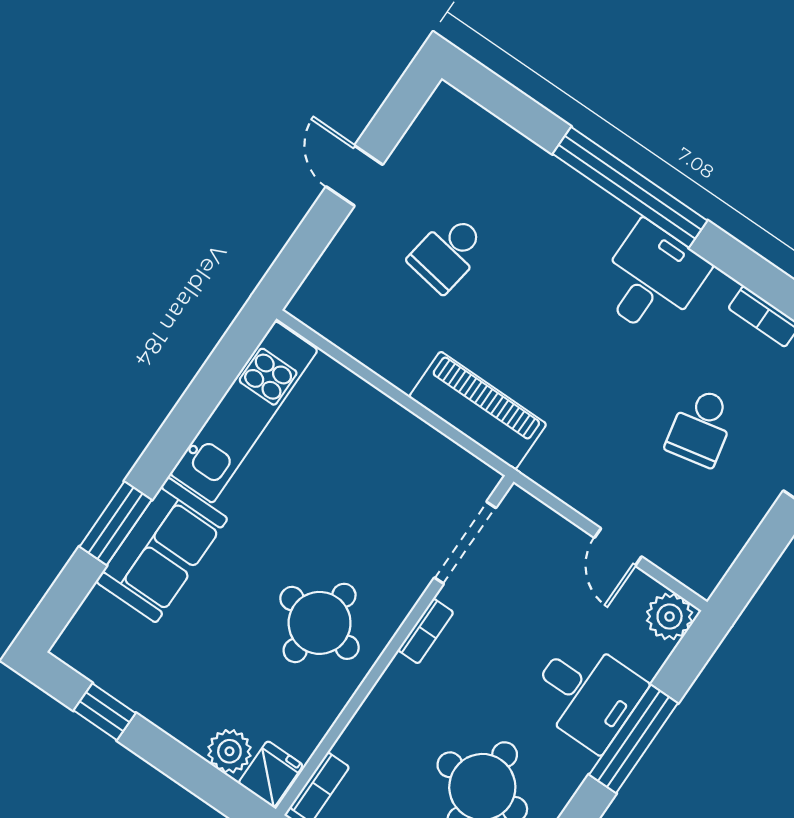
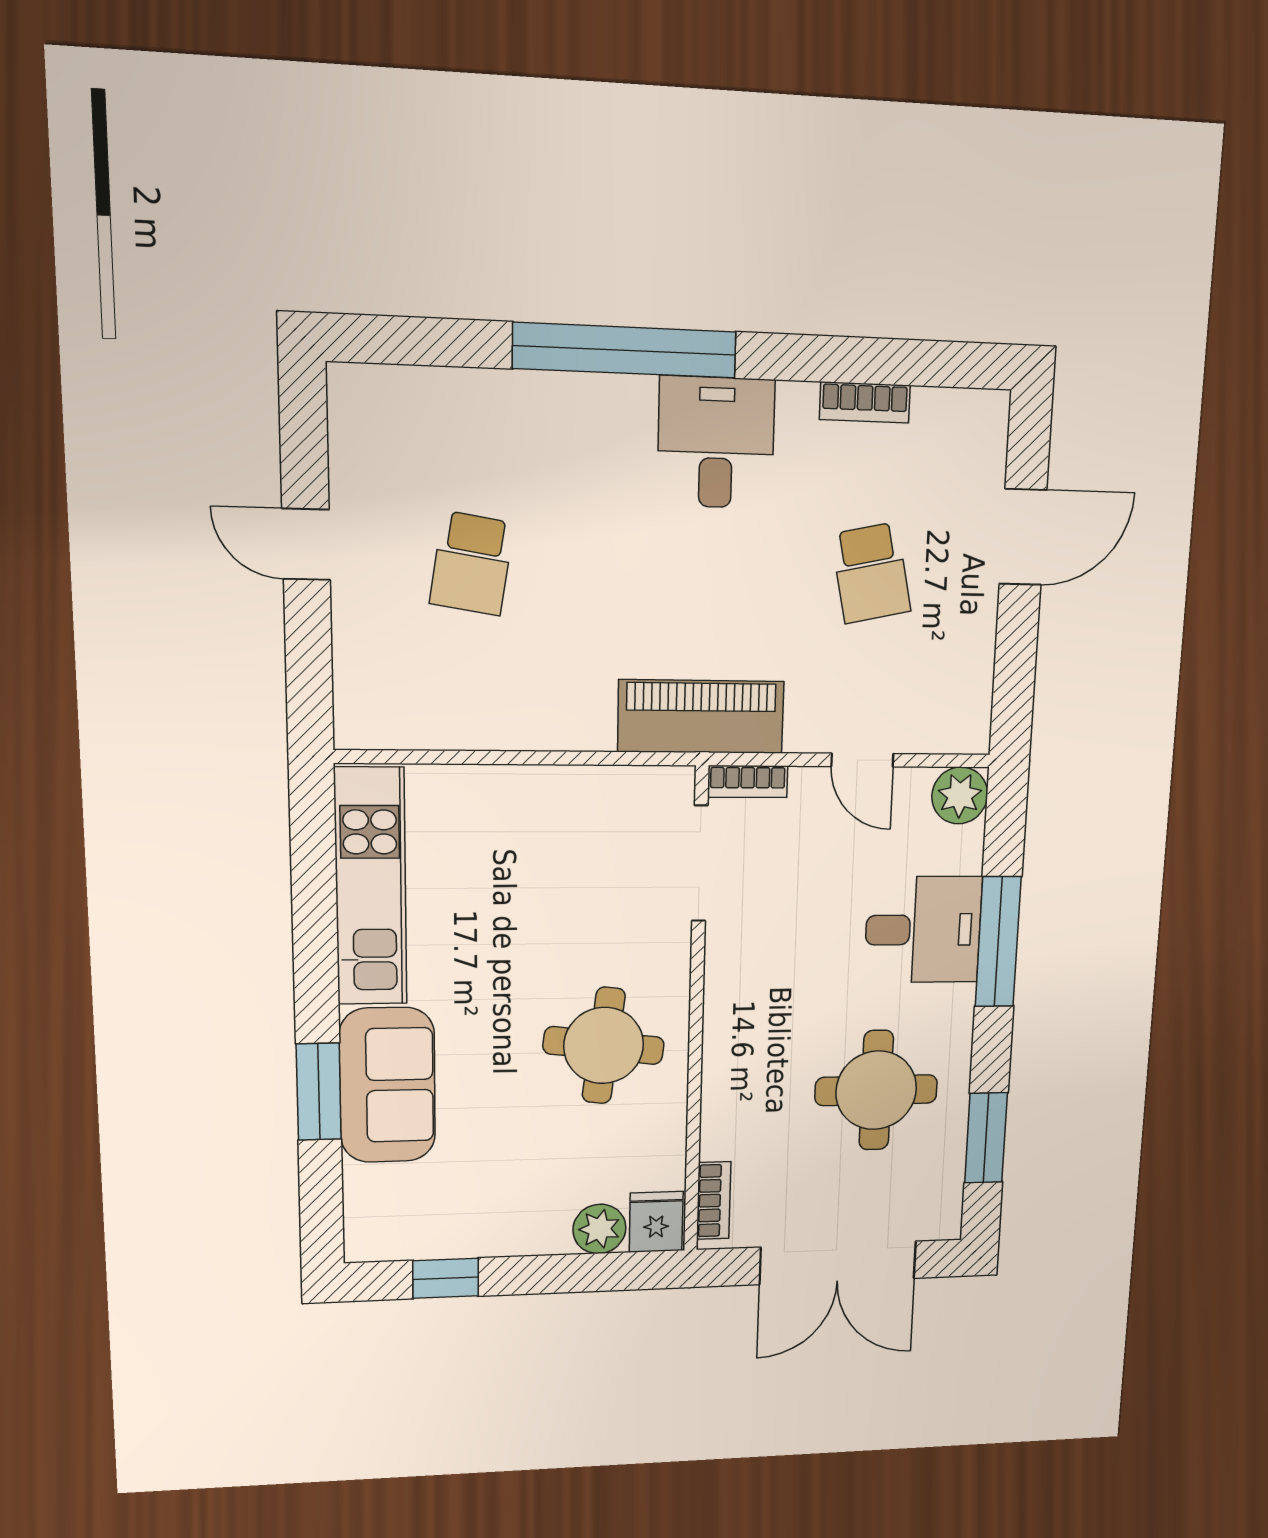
piano: (478, 411) -> (701, 717), moved
bookcase: (426, 631) -> (748, 782), moved, turned 90

